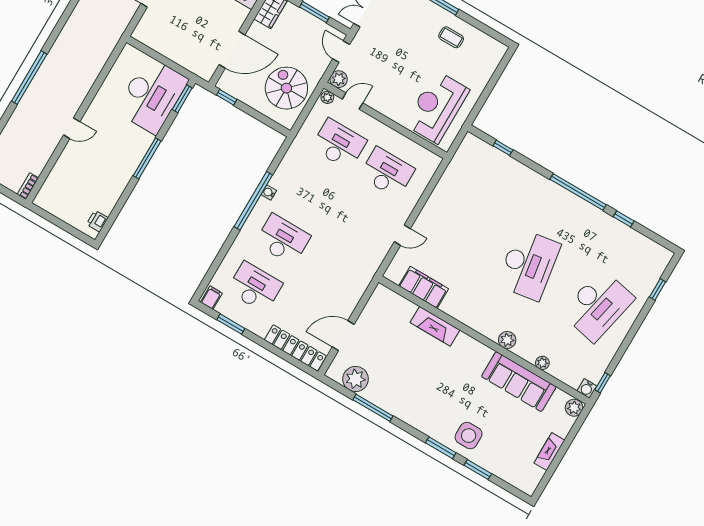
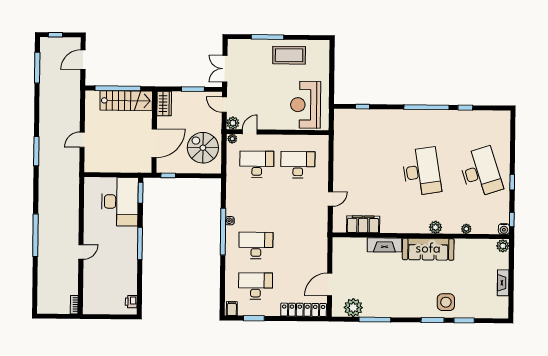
coffee table: (451, 37) -> (289, 55), width x1.86, depth x1.72
window: (658, 289) -> (512, 182), moved
desk: (598, 305) -> (481, 172), turned -30
sofa: (519, 382) -> (428, 249), moved

